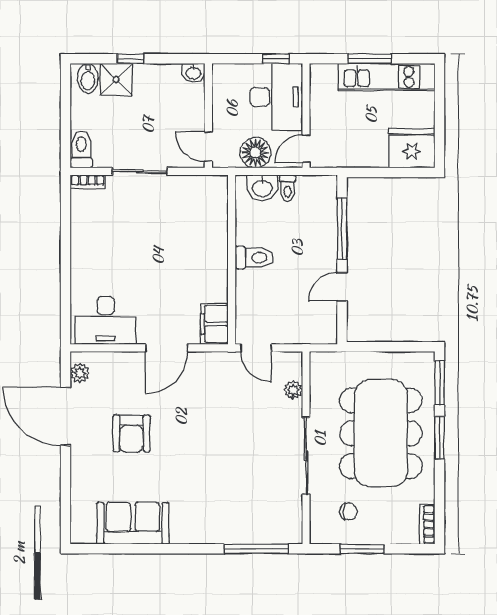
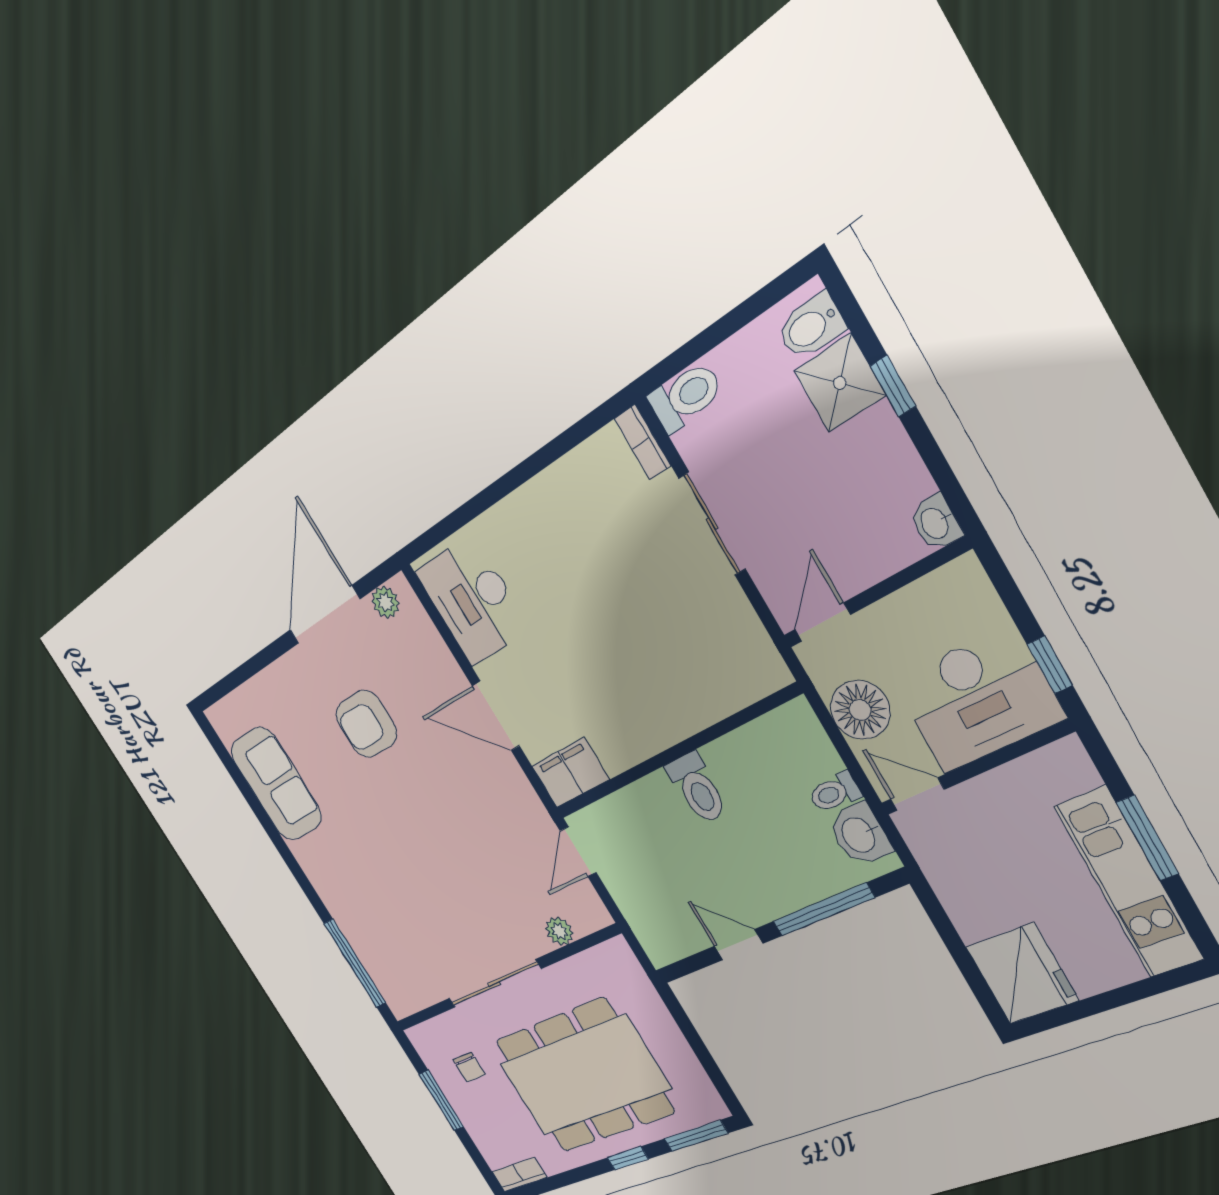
washbasin: (262, 188) -> (859, 835), moved
window: (440, 438) -> (628, 1158), width x0.67

